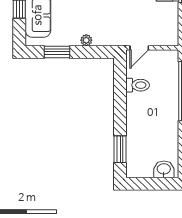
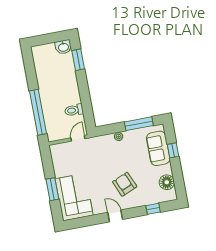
window: (57, 52) -> (139, 124), width x1.44
washbasin: (164, 169) -> (63, 47), moved

